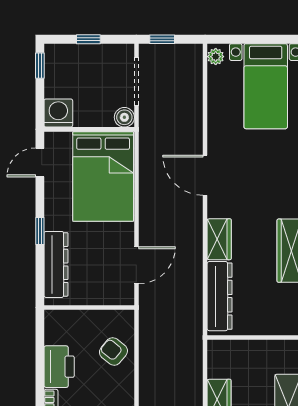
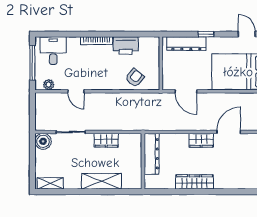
door: (205, 175) -> (229, 132), moved
dresser: (220, 296) -> (152, 154), moved, turned -90

